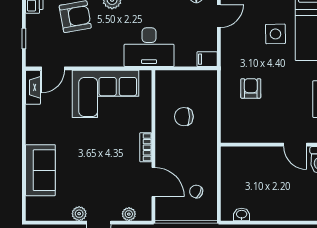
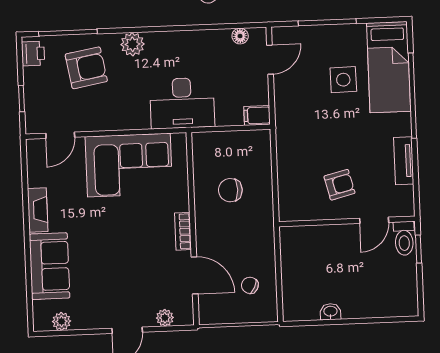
fireplace: (33, 87) -> (38, 210), moved
armchair: (251, 88) -> (339, 185), moved, turned 76
door: (295, 145) -> (374, 220), hinge flipped
plant: (79, 214) -> (62, 321), moved
washbasin: (242, 215) -> (330, 312), moved

